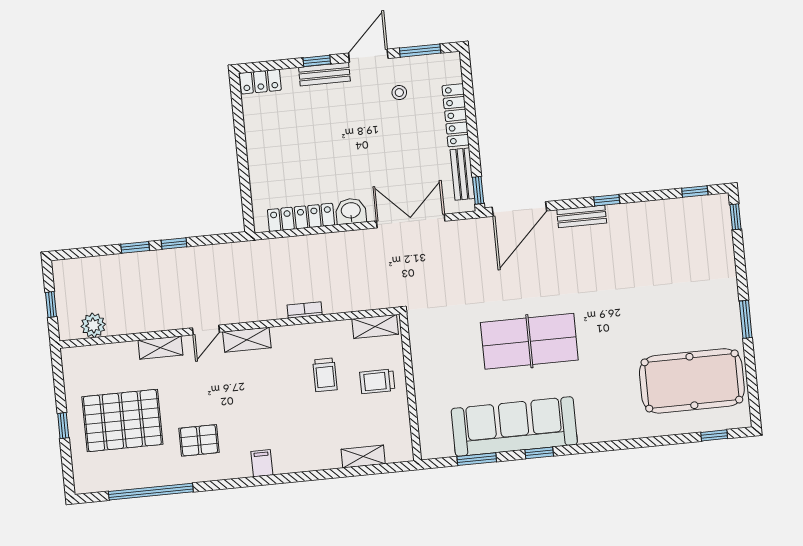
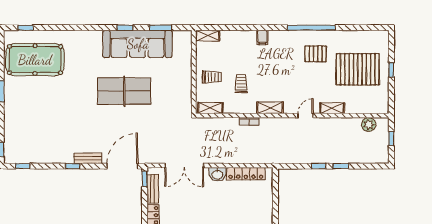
shelving: (247, 340) -> (270, 108), moved
shelving: (363, 456) -> (208, 36), moved
filing cabinet: (262, 463) -> (262, 37), moved
window: (151, 492) -> (311, 28), moved

